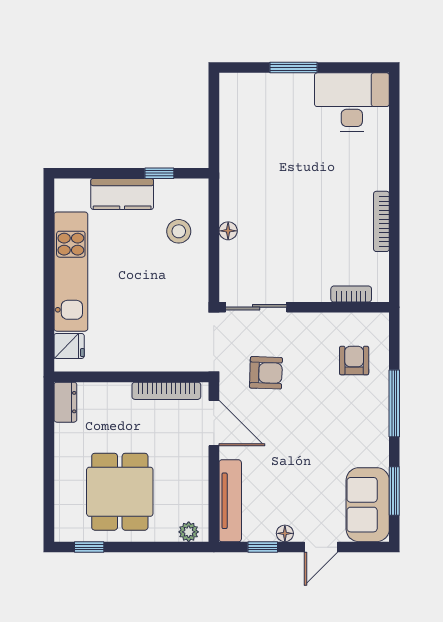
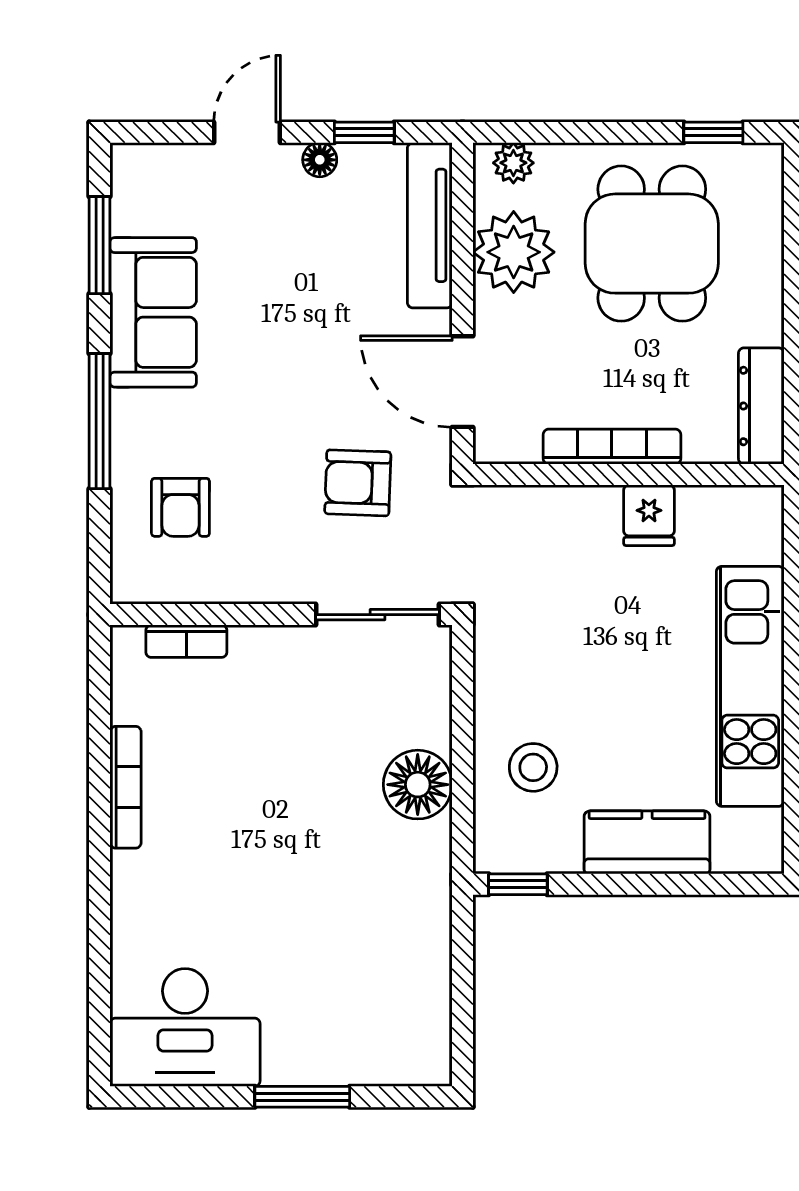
window: (159, 173) -> (518, 884), moved
floor lamp: (228, 231) -> (418, 785), width x1.89, depth x1.89
fridge: (69, 346) -> (649, 515), moved, turned -90
bookcase: (166, 391) -> (612, 447), moved
dresser: (65, 402) -> (761, 406), width x1.44
plant: (188, 488) -> (514, 252), added
sofa: (368, 505) -> (153, 312), moved

